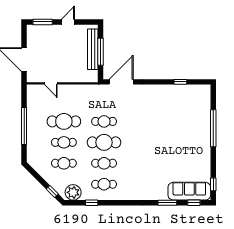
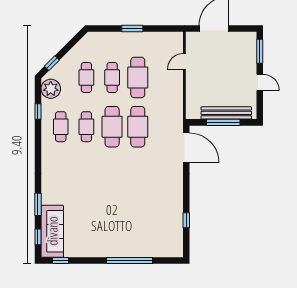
cafe table: (104, 121) -> (138, 127), width x1.37, depth x1.35
window: (24, 126) -> (132, 29), width x0.47

